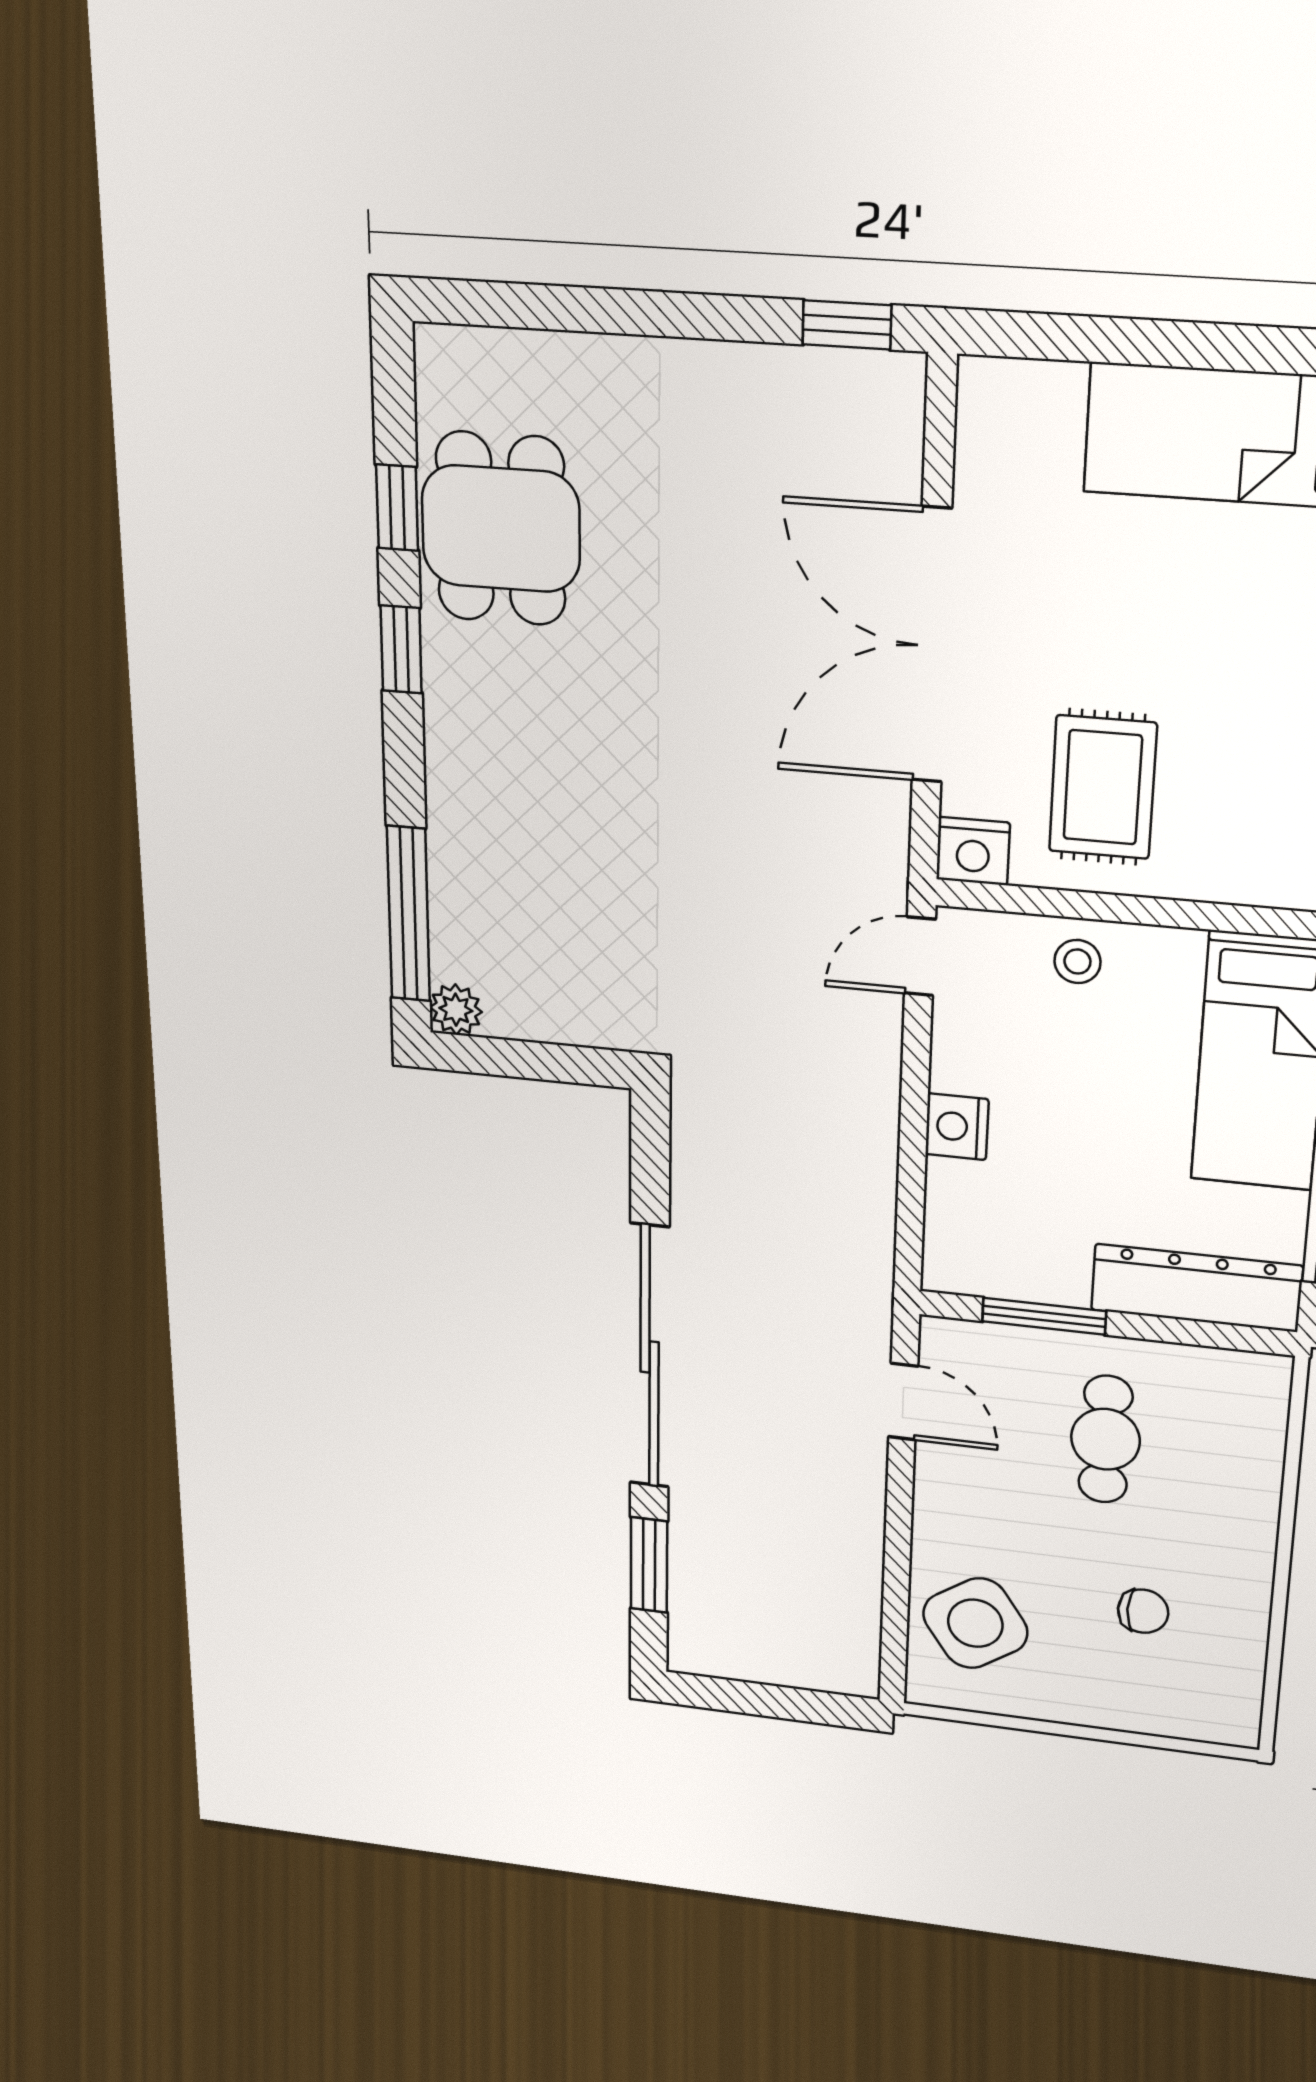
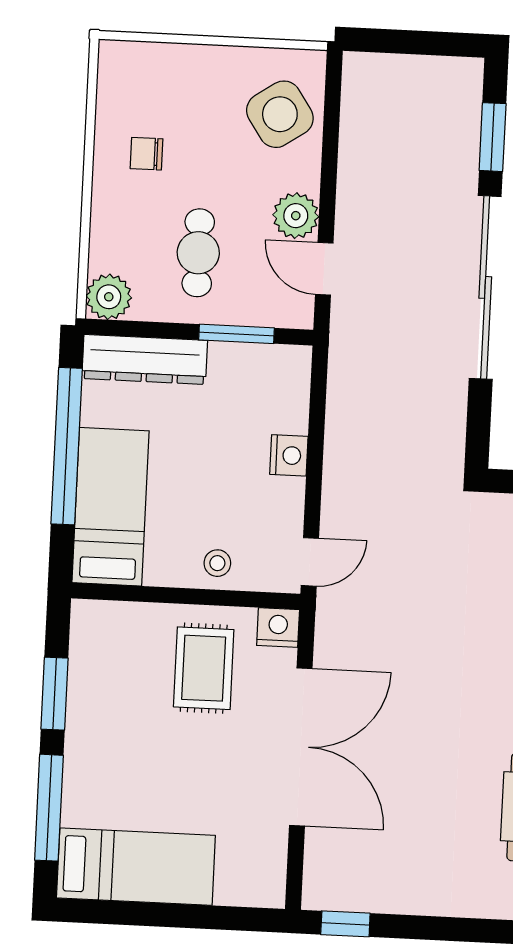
plant: (1254, 1385) -> (109, 297), added
plant: (949, 1481) -> (296, 216), added
chair: (1143, 1611) -> (146, 154), moved

